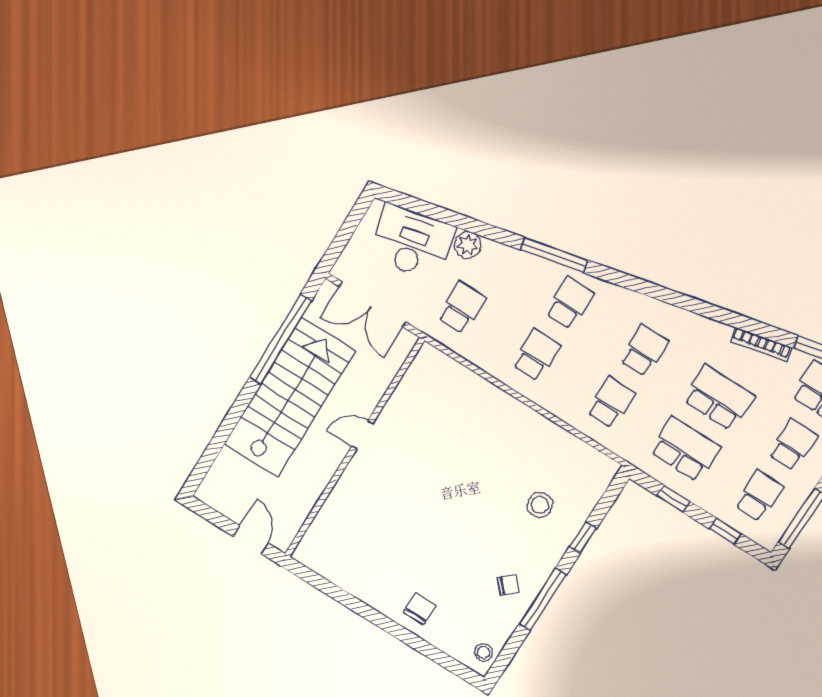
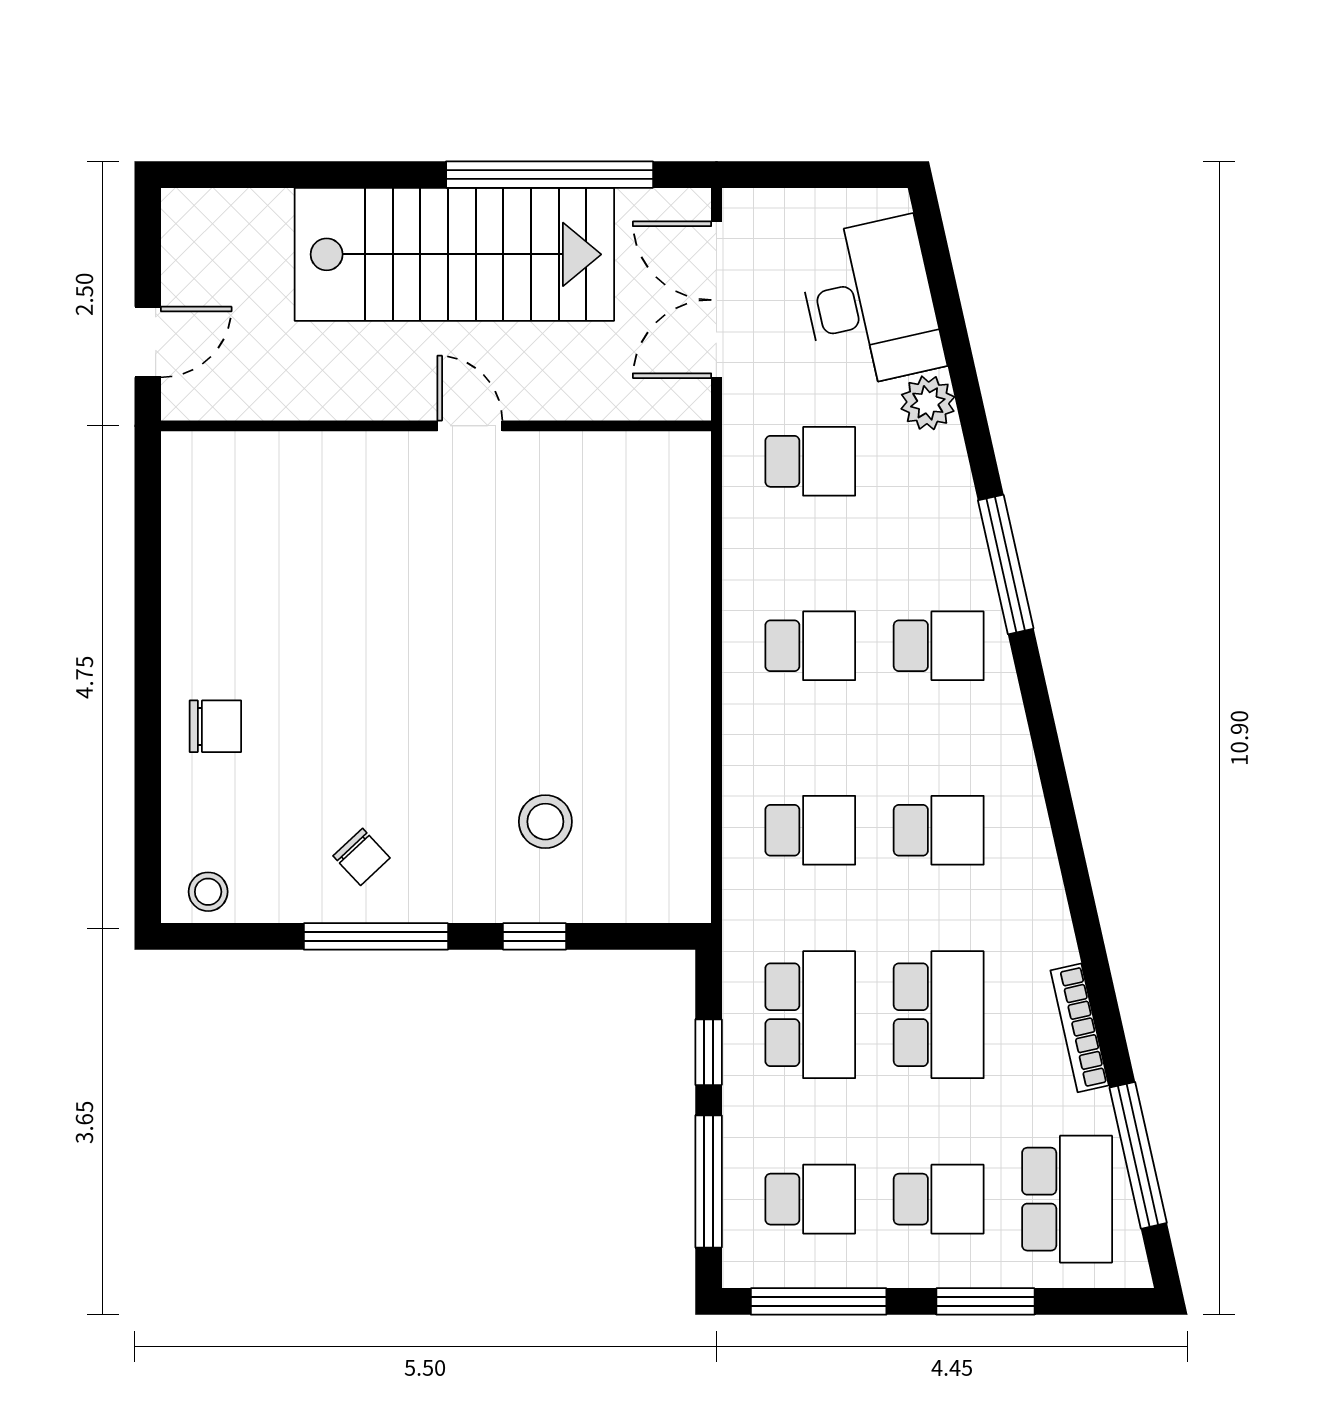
window: (725, 531) -> (709, 1181), width x2.17

